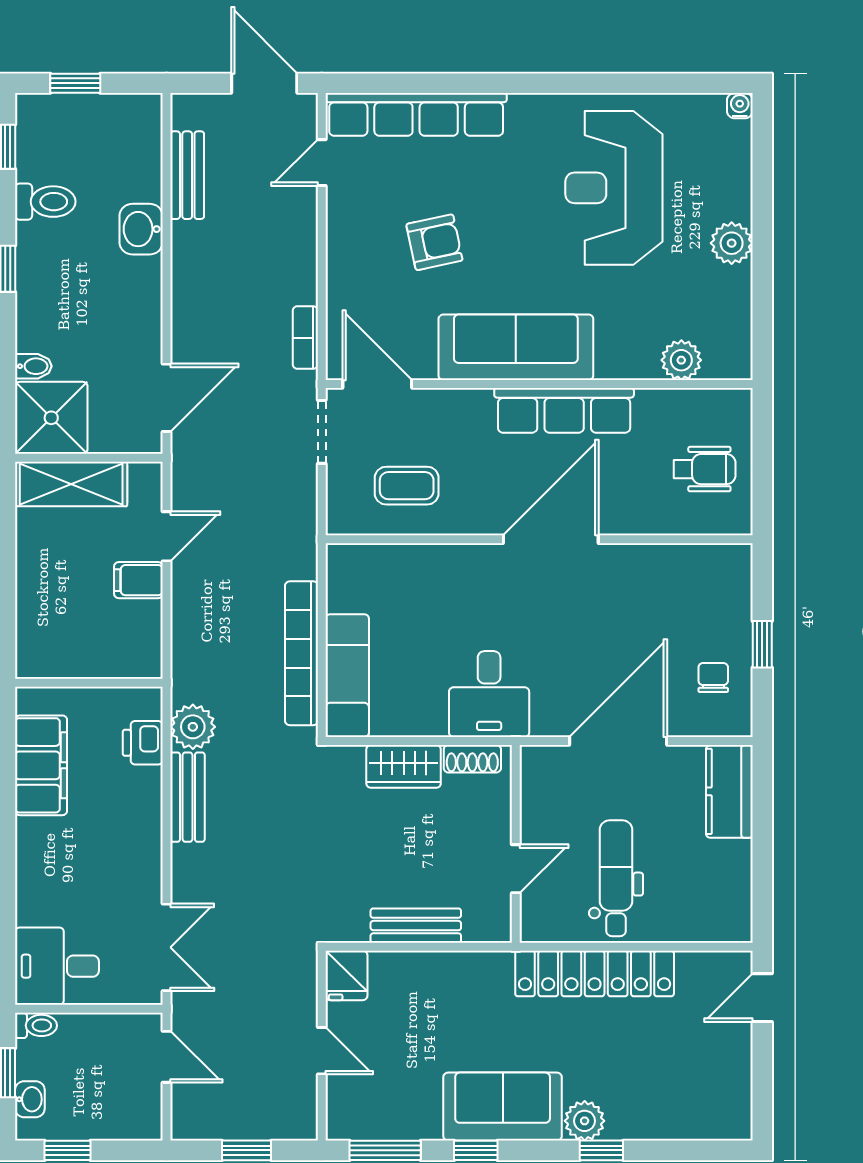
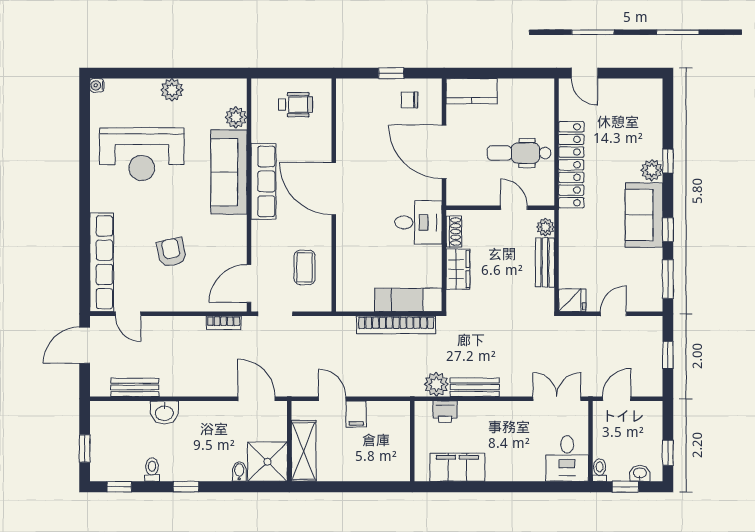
toilet: (45, 202) -> (152, 470), width x0.73, depth x0.72
sofa: (516, 347) -> (229, 172), moved
wheelchair: (704, 469) -> (295, 105), turned 90
plant: (480, 926) -> (545, 227), added

